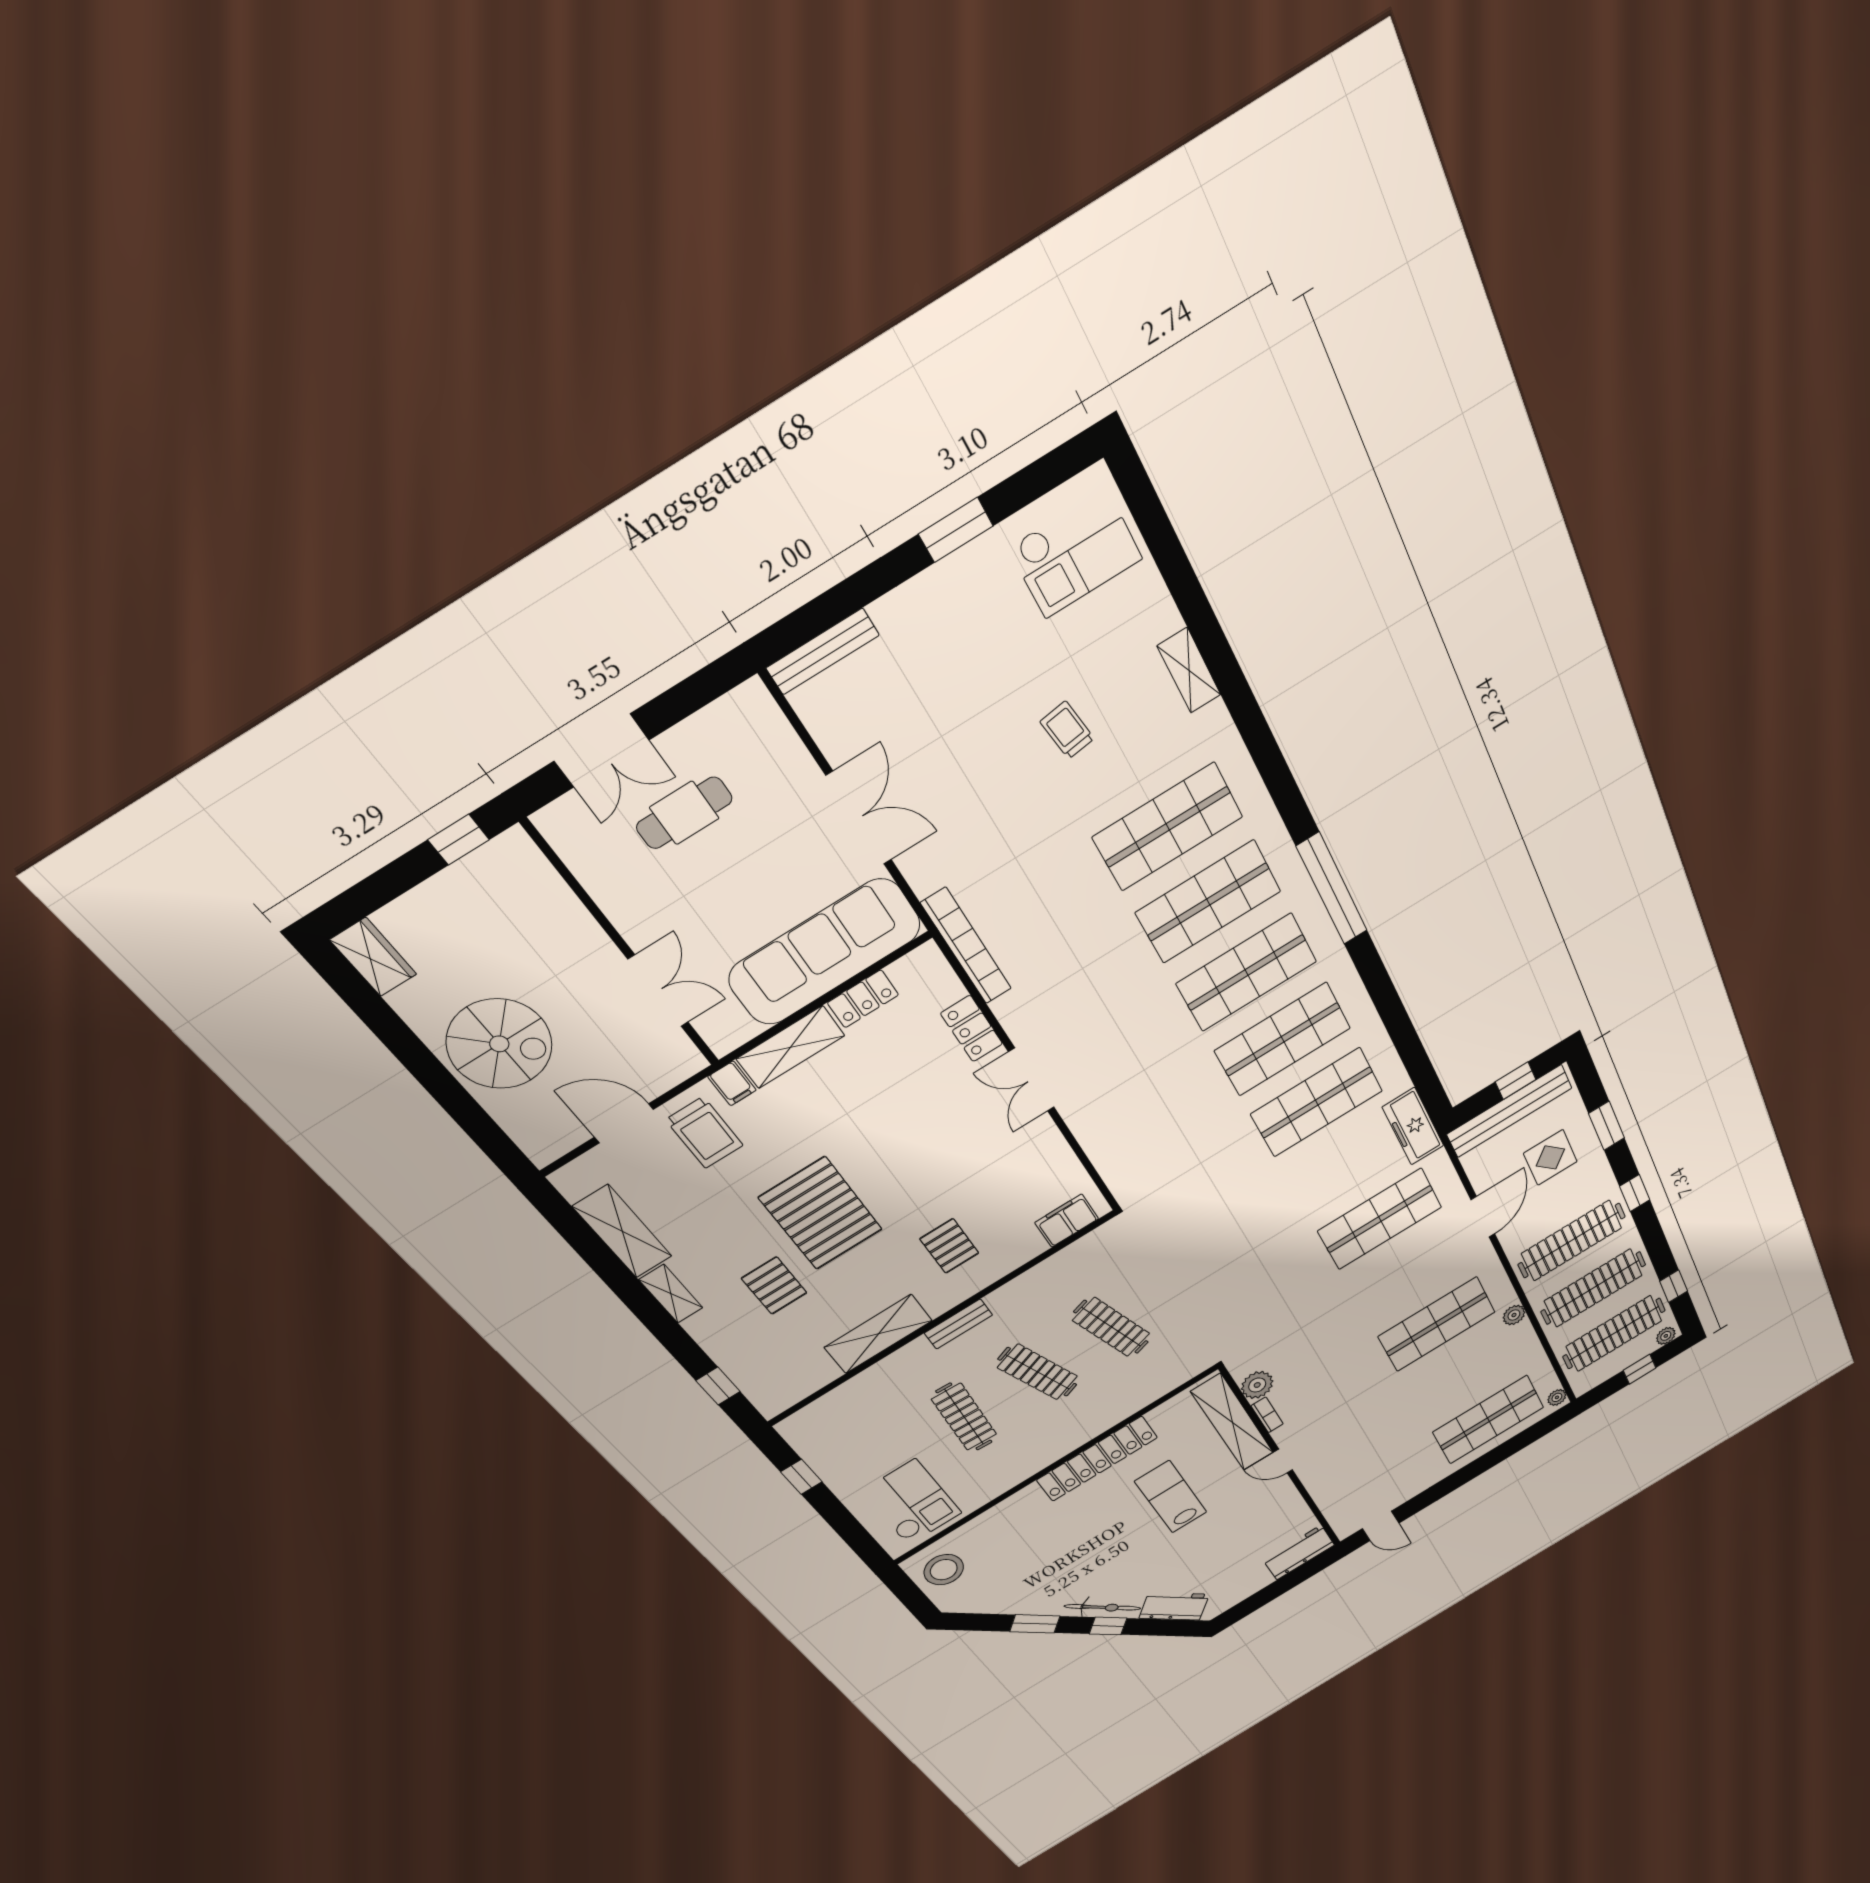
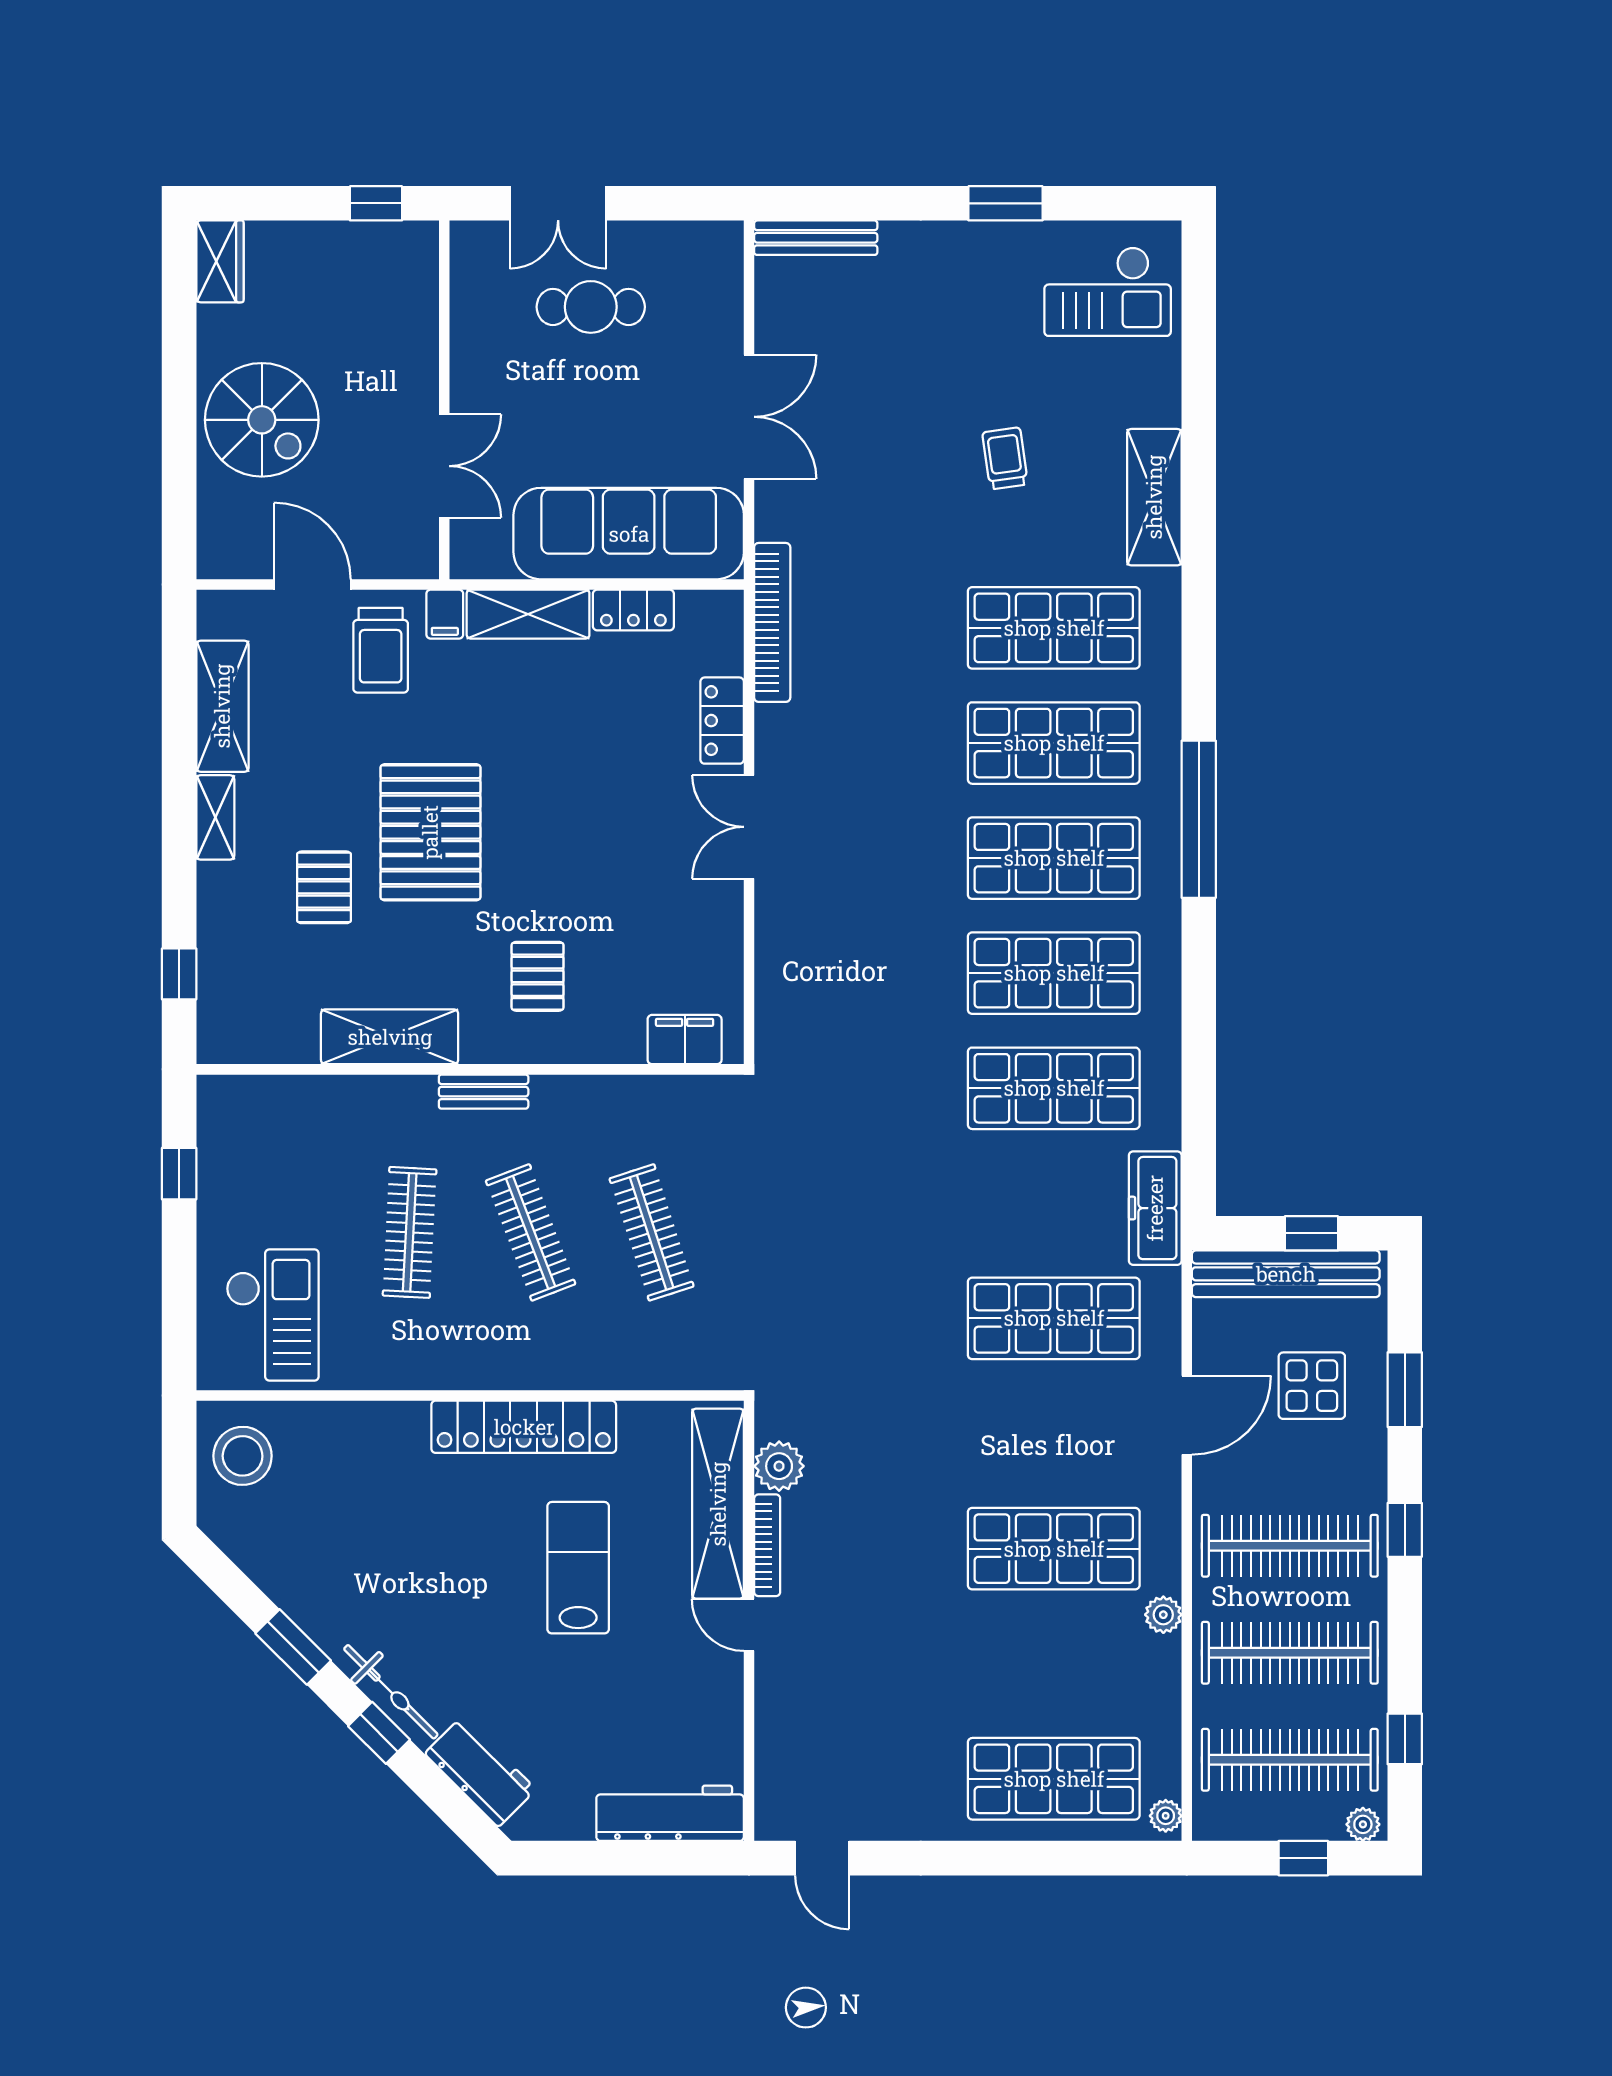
shelving: (1189, 670) -> (1154, 497), width x1.50, depth x1.33
bookcase: (1267, 1415) -> (767, 1545), width x1.56
workbench: (1299, 1552) -> (670, 1813), width x1.38

